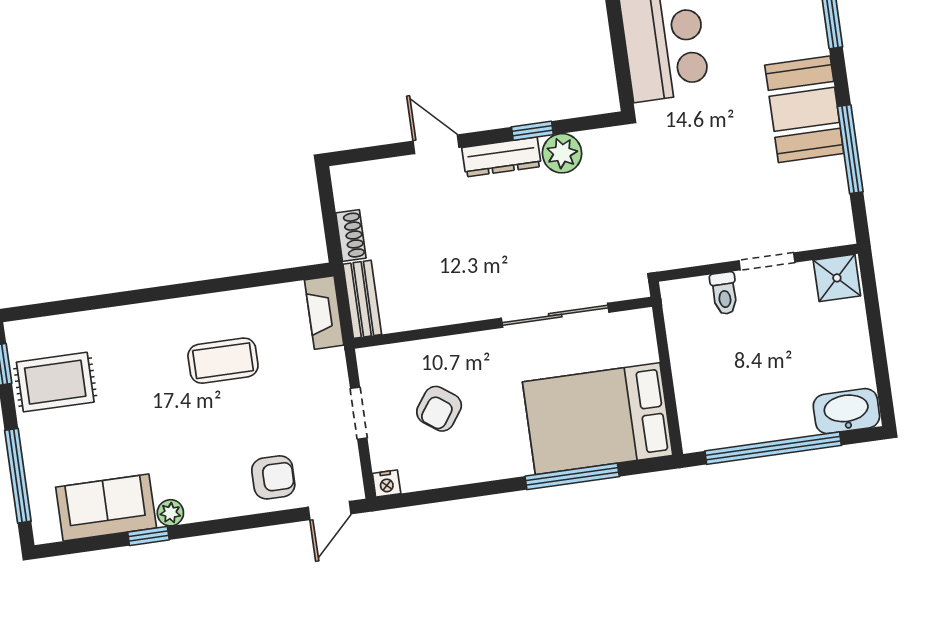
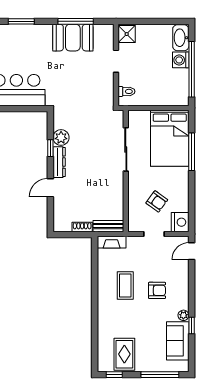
booth: (804, 109) -> (73, 38), moved
toilet: (724, 293) -> (126, 91), moved
washing machine: (792, 419) -> (181, 60), added
armchair: (273, 477) -> (157, 290), moved, turned 90
nightstand: (387, 484) -> (180, 222), width x1.89, depth x1.79
door: (330, 511) -> (192, 251), swing flipped

